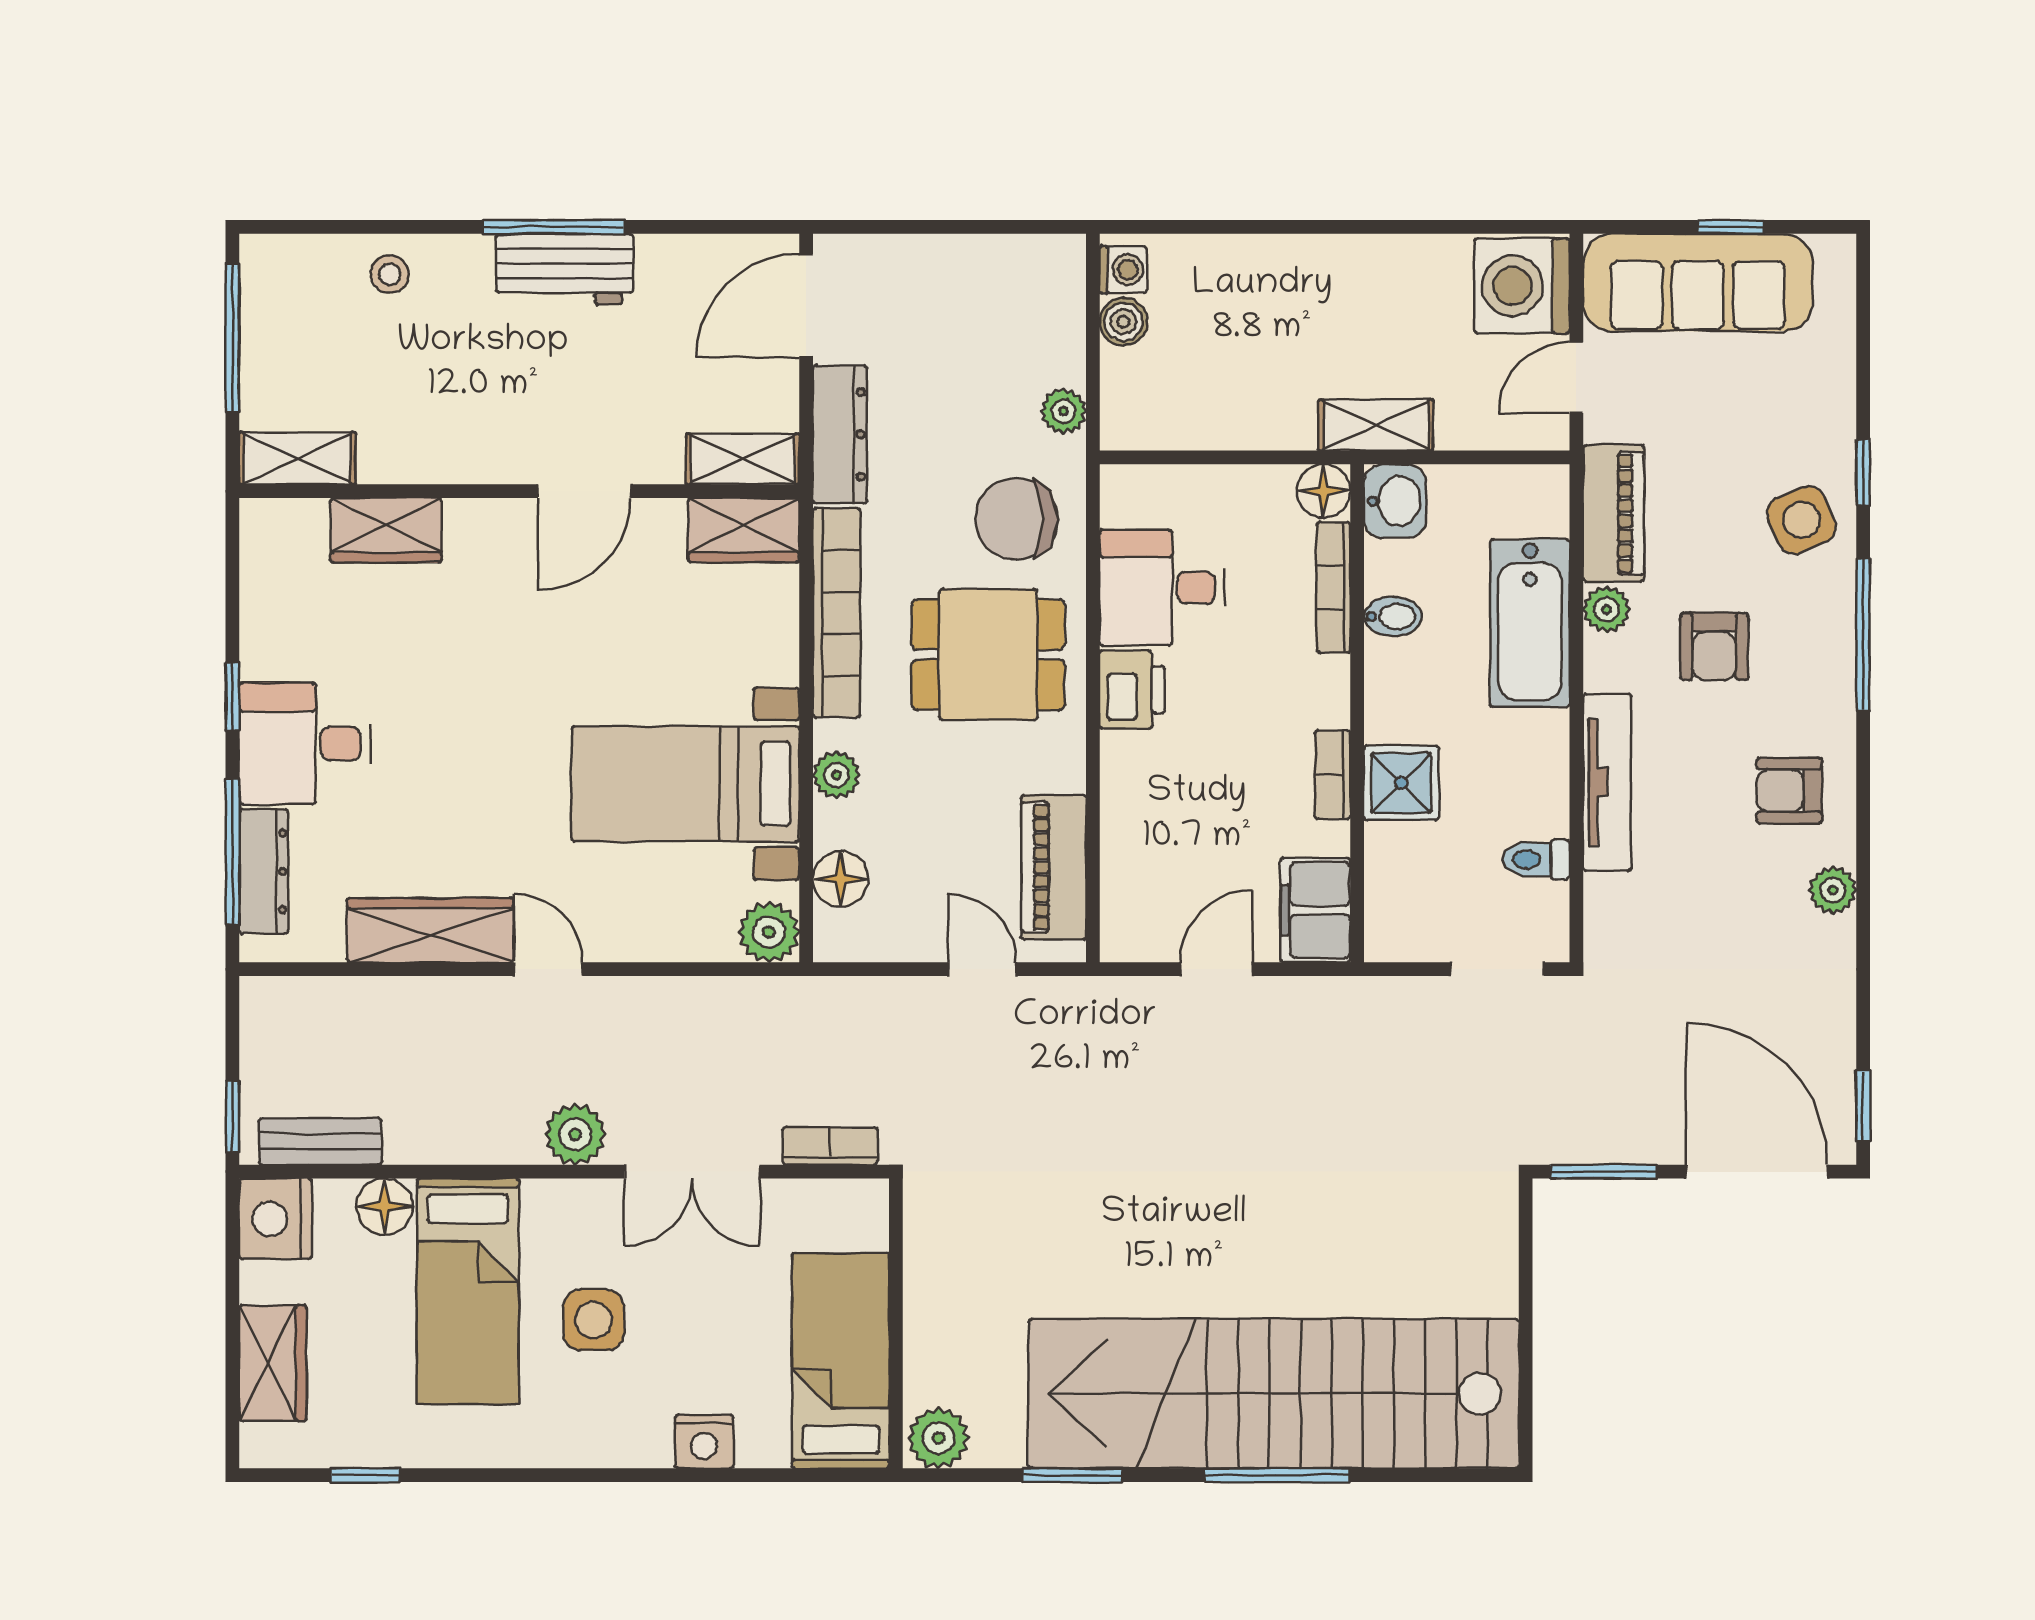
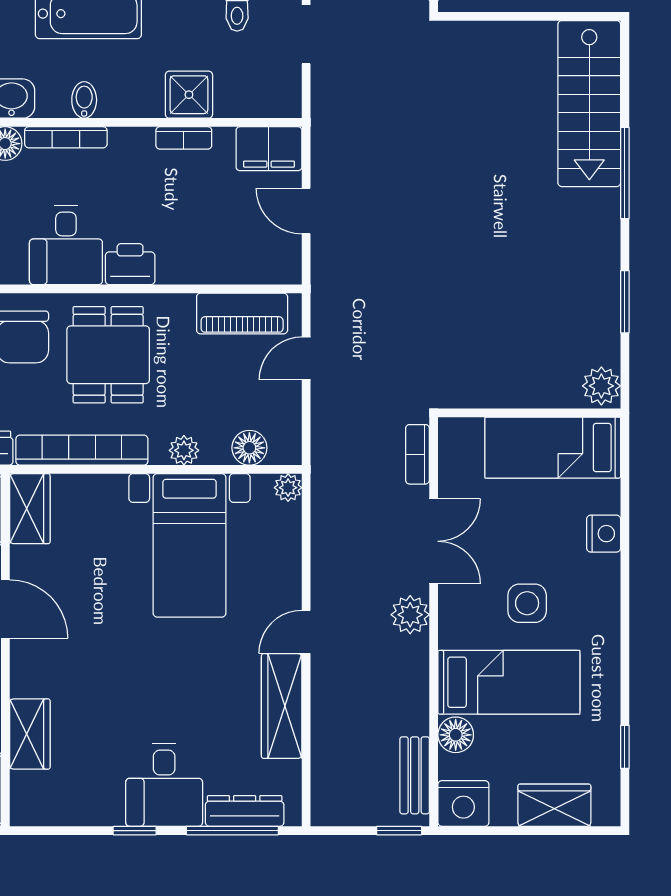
plant: (769, 932) -> (288, 488), width x0.73, depth x0.73
stairs: (1274, 1394) -> (589, 104), width x0.54, depth x0.66

